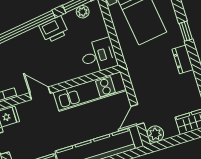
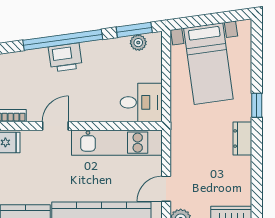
printer: (54, 29) -> (65, 57), moved
door: (40, 93) -> (55, 126), hinge flipped

